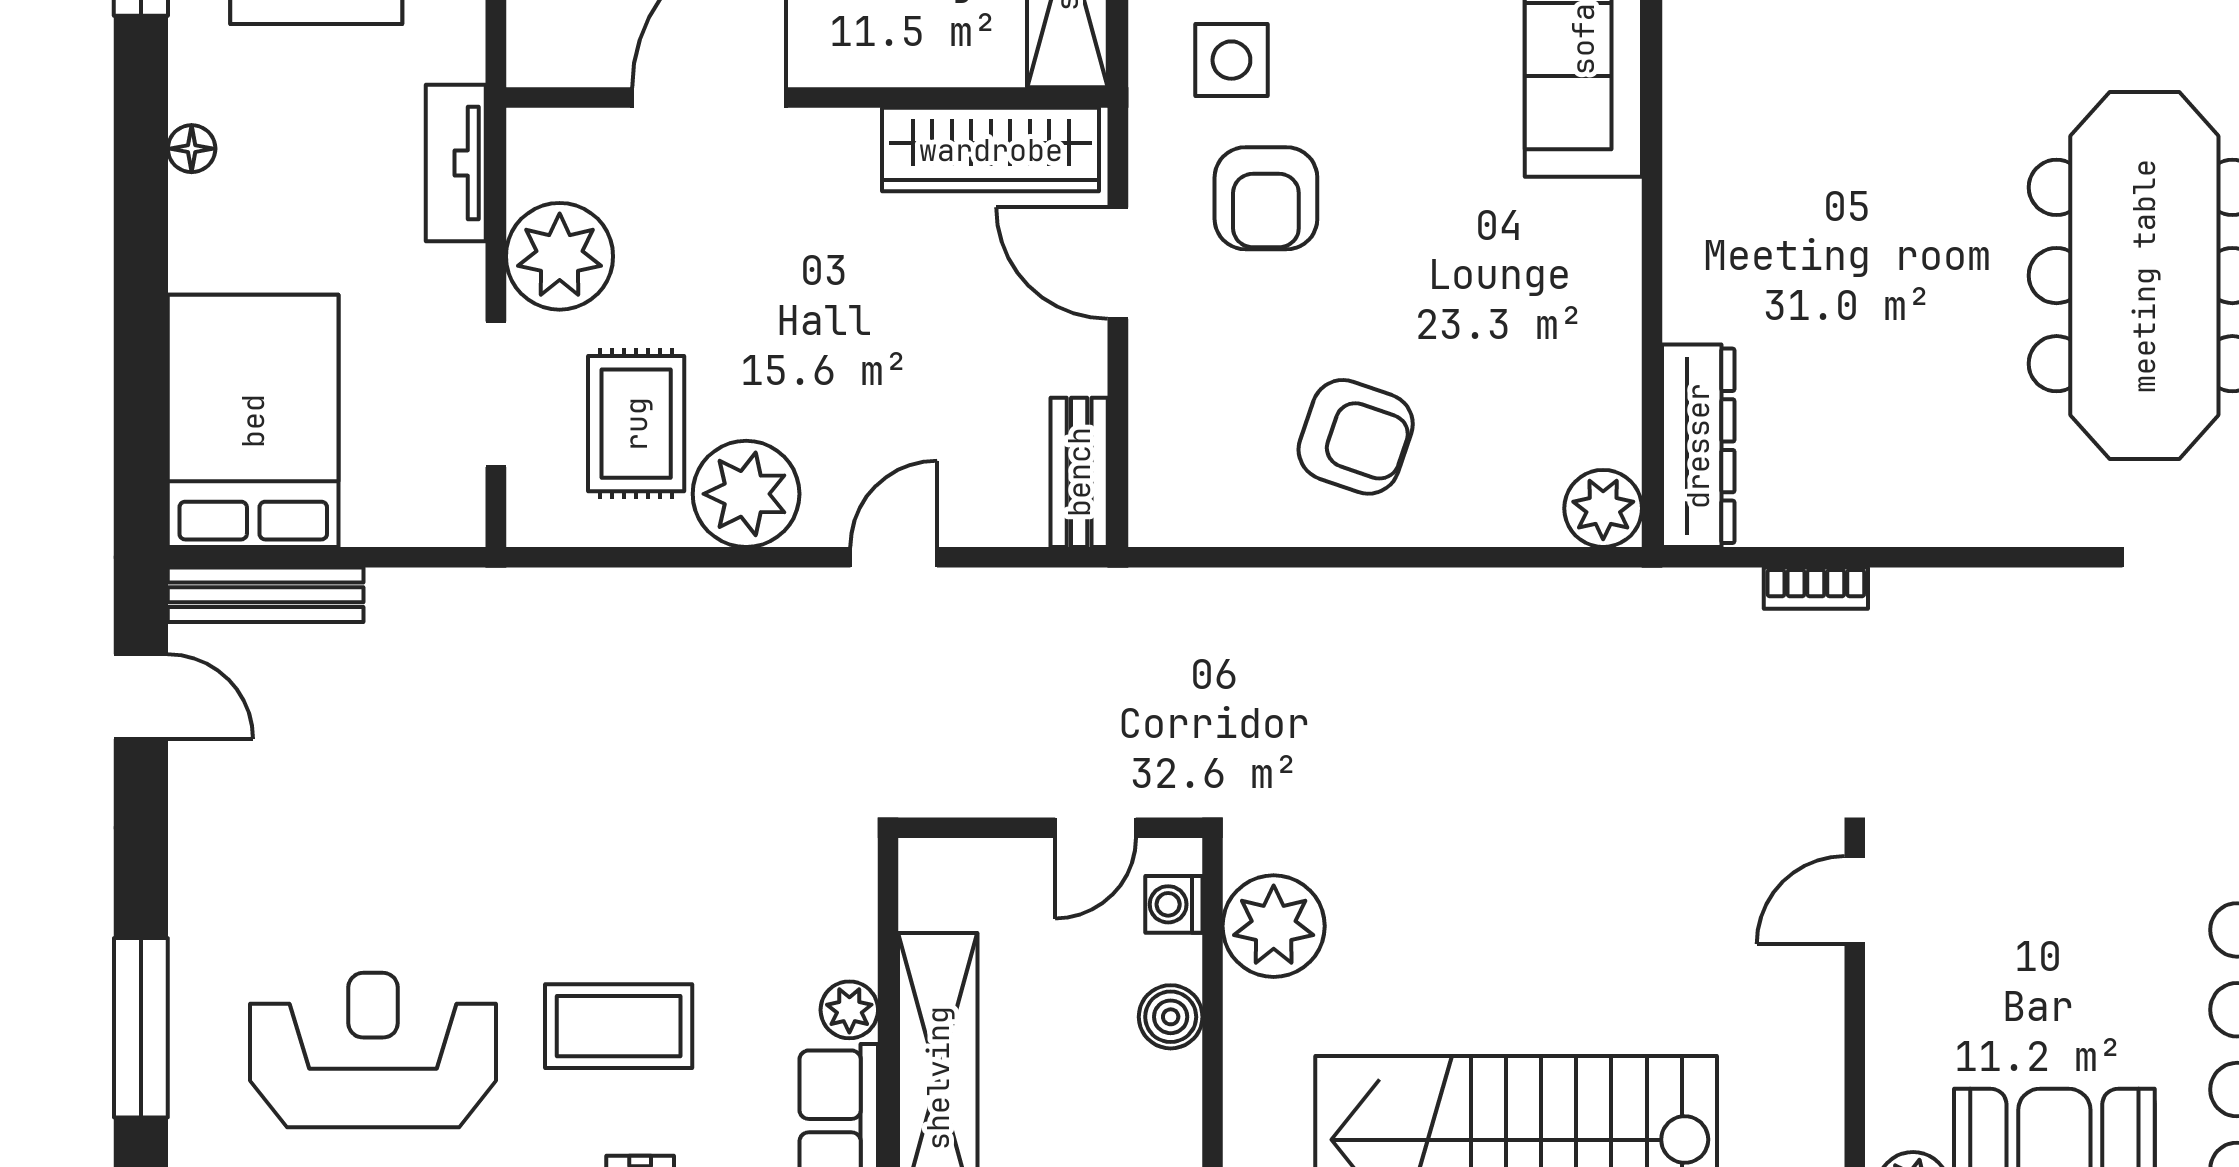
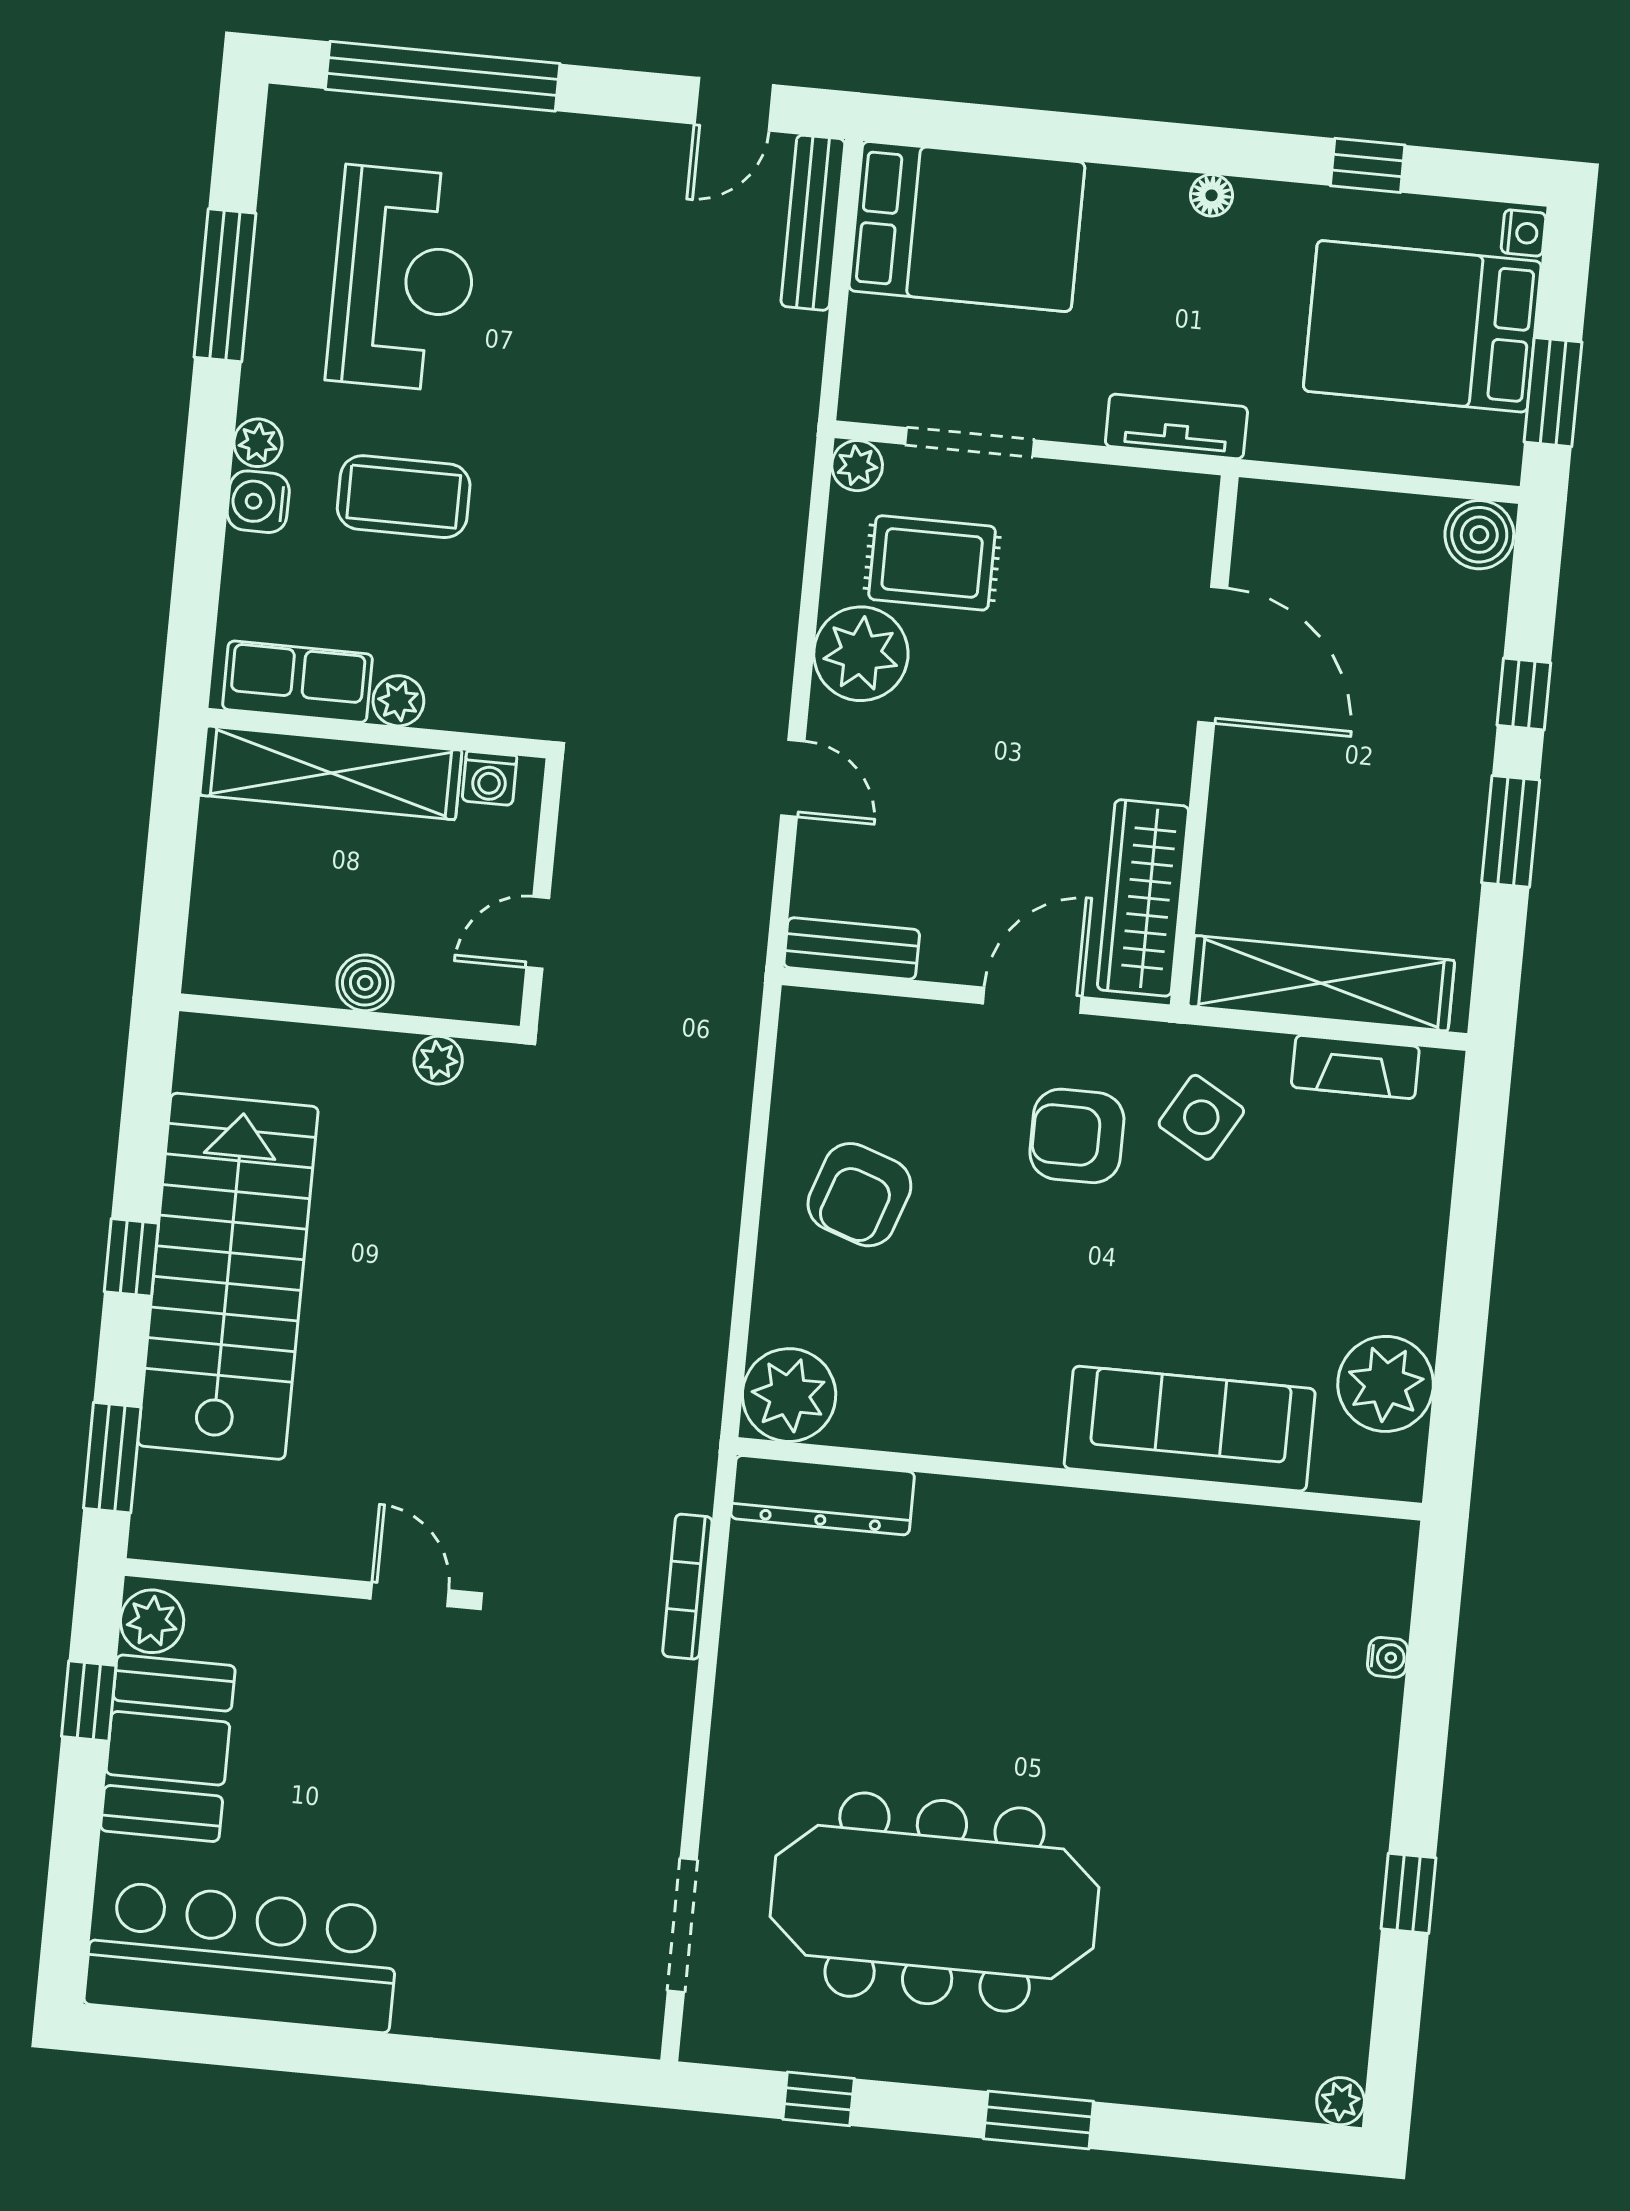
side table: (1231, 60) -> (1201, 1117), turned 30
plant: (560, 256) -> (857, 466), moved, width x0.53, depth x0.53
plant: (1603, 508) -> (789, 1395), width x1.36, depth x1.36
bookcase: (1816, 588) -> (687, 1587), width x1.56
door: (1095, 828) -> (538, 933), hinge flipped
washing machine: (1174, 904) -> (489, 778), moved, turned 180
plant: (1274, 926) -> (438, 1060), width x0.53, depth x0.53
coffee table: (619, 1026) -> (404, 497), turned 90
window: (141, 1028) -> (443, 76), width x1.46

